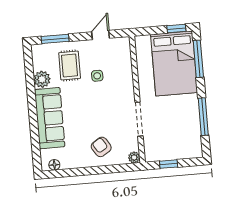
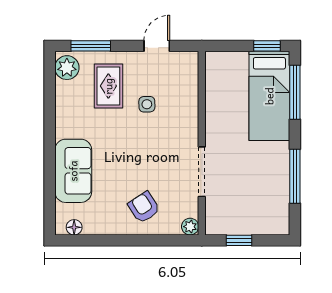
bed: (174, 63) -> (269, 96), width x0.67
plant: (42, 79) -> (67, 68), moved
sofa: (50, 118) -> (73, 171), width x0.73

